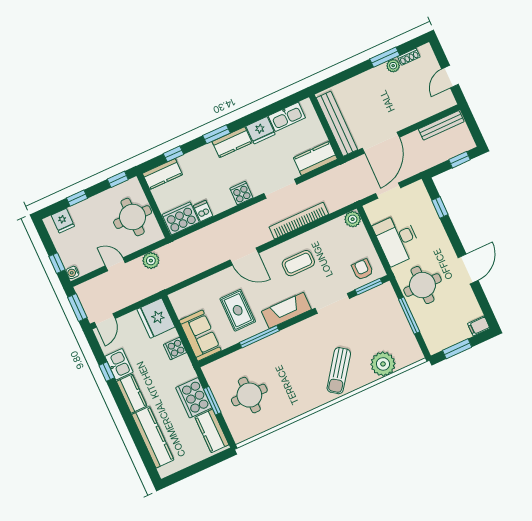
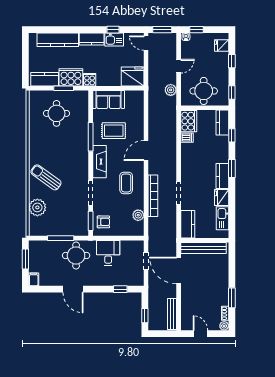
plant: (393, 66) -> (224, 326), moved
cooker: (241, 193) -> (187, 167), removed
plant: (353, 219) -> (138, 215), moved
desk: (397, 239) -> (108, 253), width x0.73
cooker: (175, 349) -> (90, 80), moved

